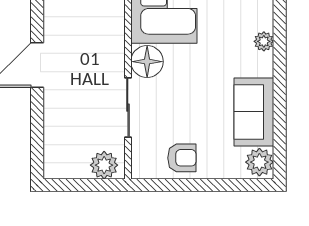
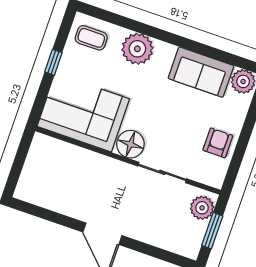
plant: (264, 41) -> (137, 49), width x1.87, depth x1.87
window: (83, 185) -> (212, 231), added

